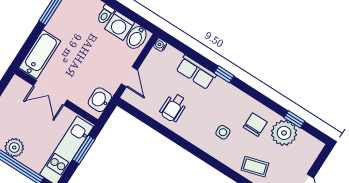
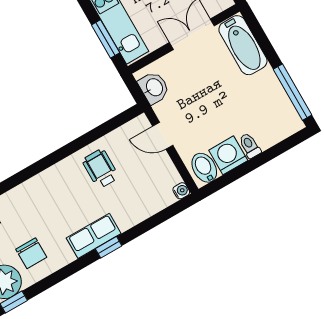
row of seats: (196, 72) -> (94, 236), moved
side table: (223, 132) -> (42, 211), removed

